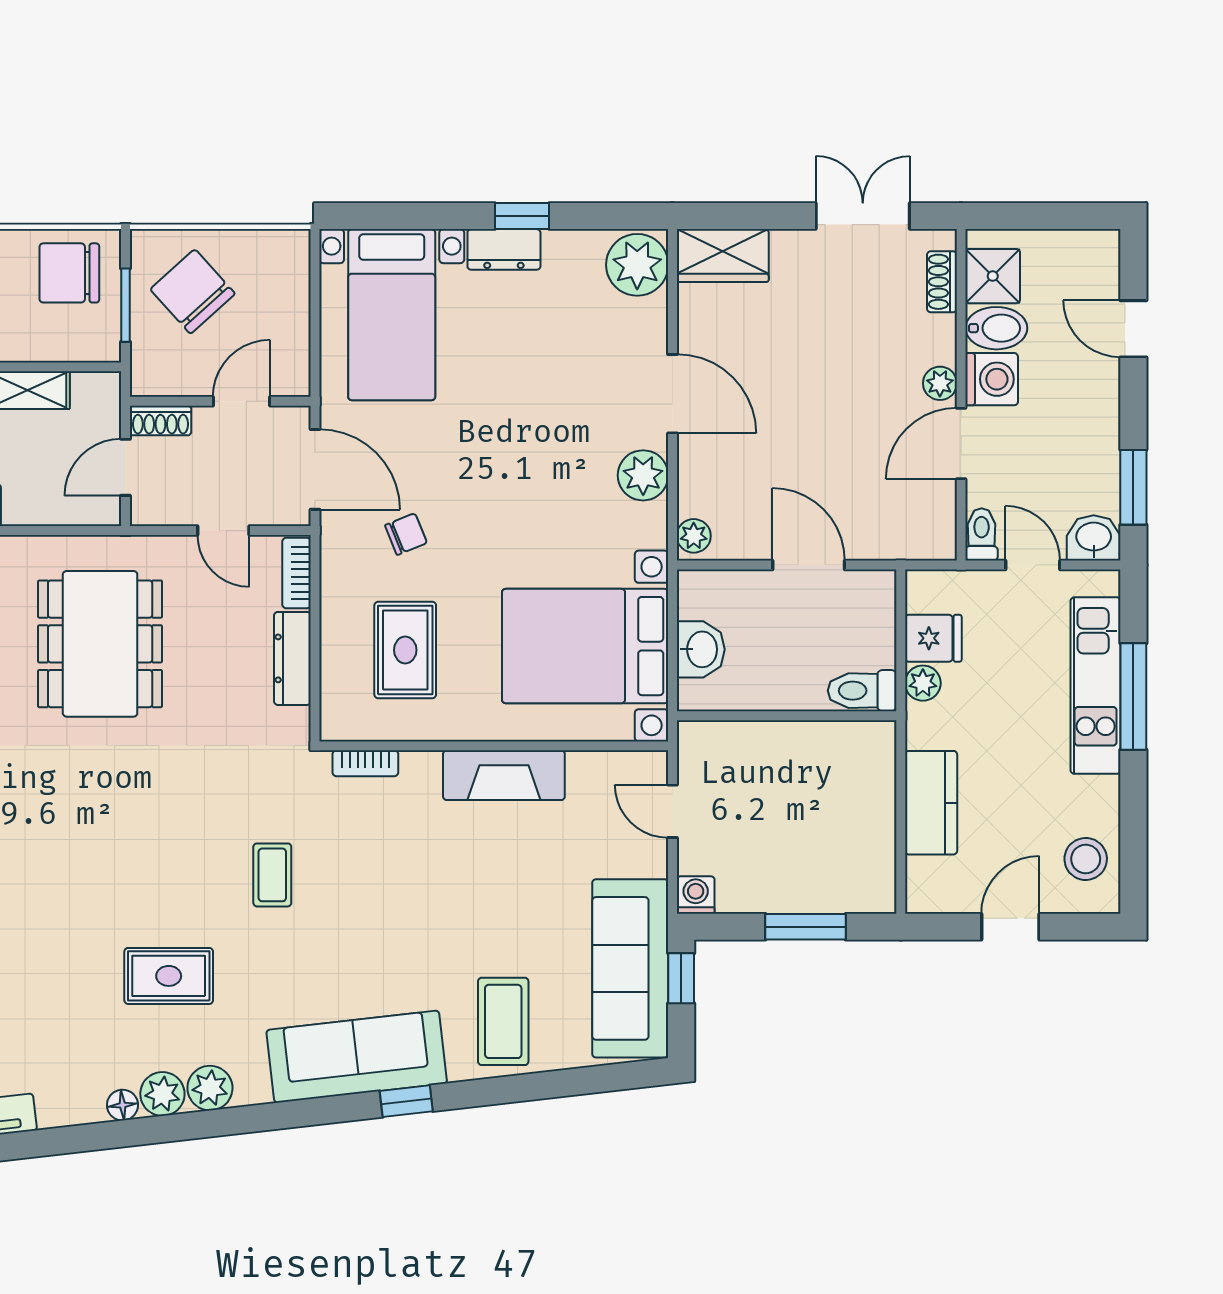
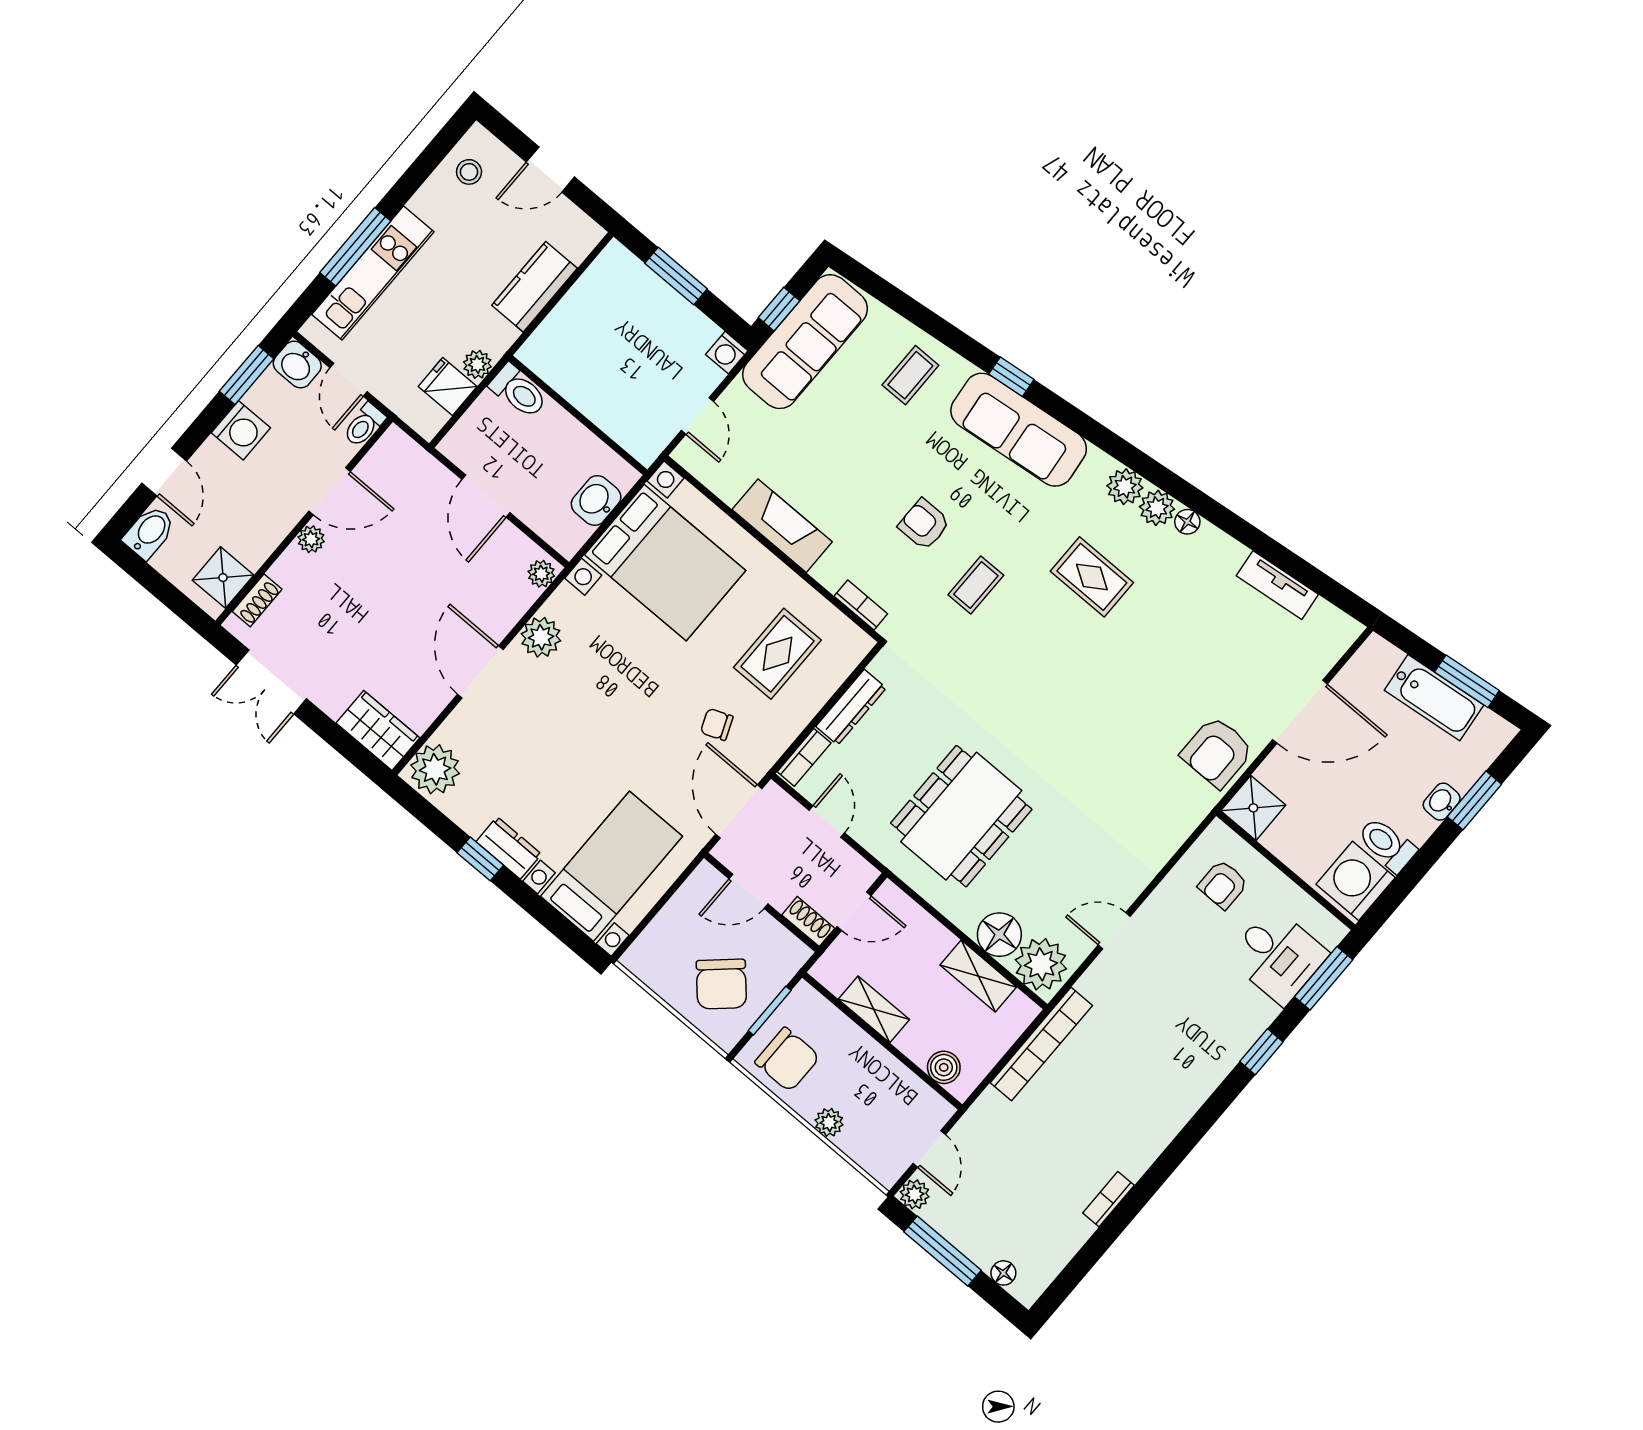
bidet: (996, 328) -> (149, 532), moved, turned 90
washing machine: (992, 379) -> (241, 430), moved, turned 180
stool: (1086, 859) -> (469, 172), width x0.73, depth x0.73
armchair: (370, 891) -> (924, 524), added
coffee table: (503, 1021) -> (910, 375), width x0.73, depth x0.77

